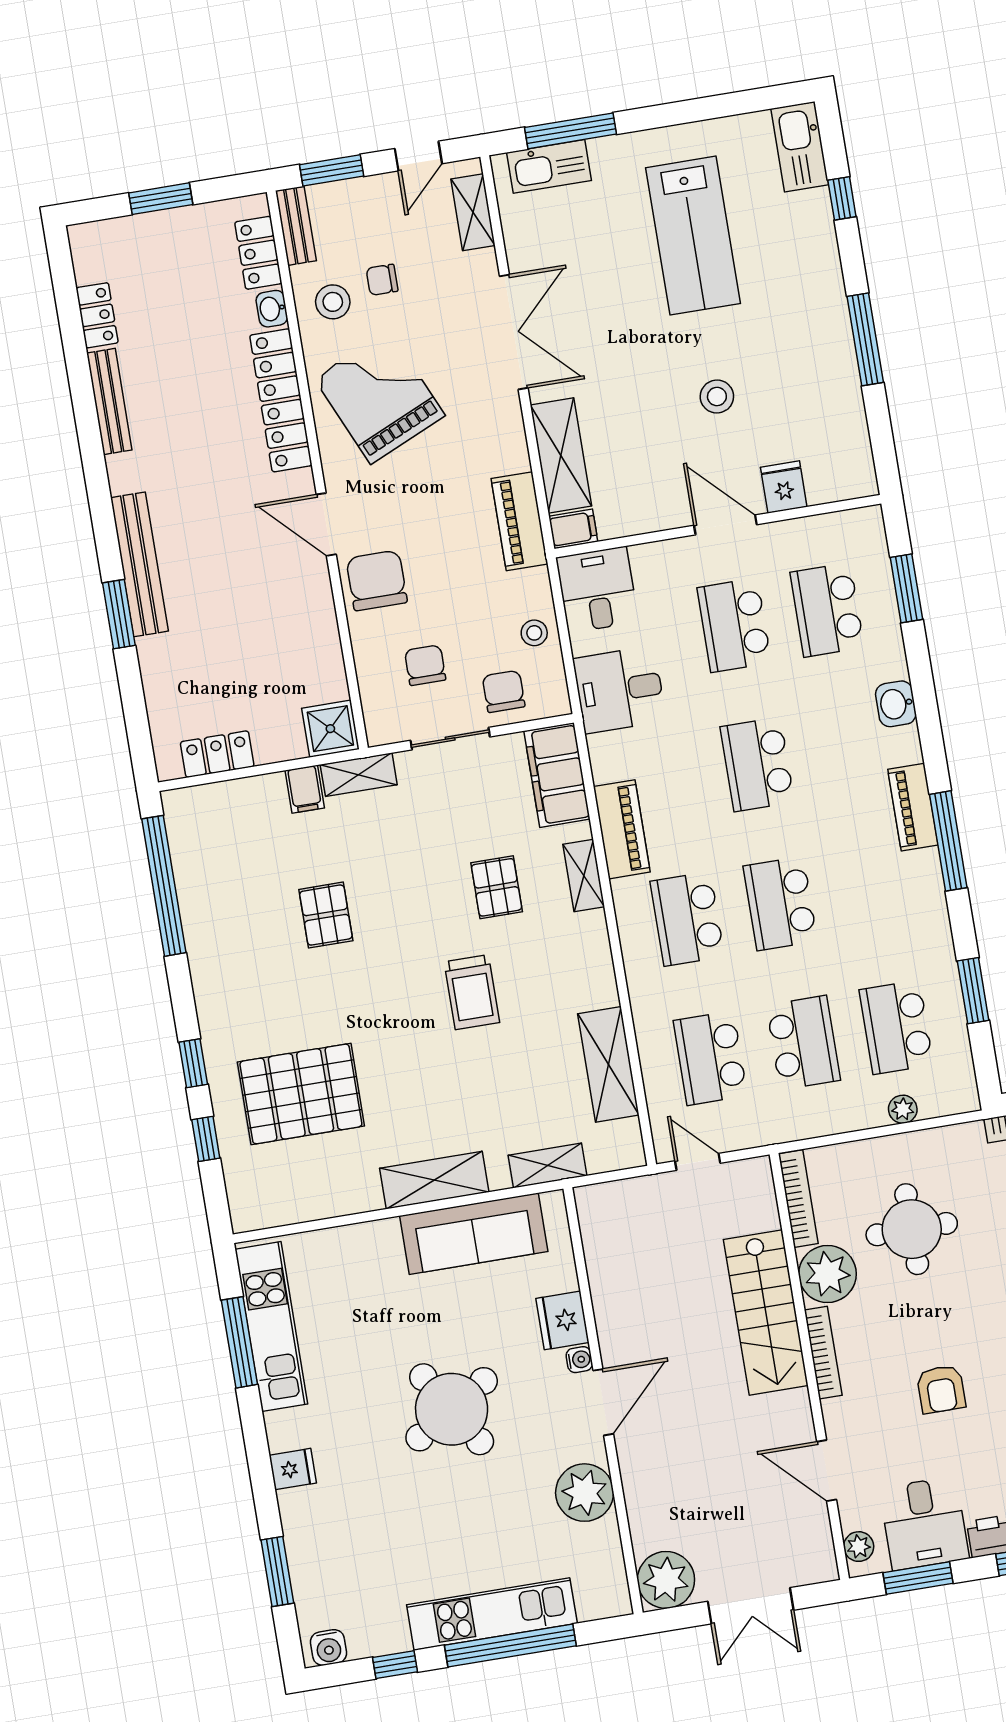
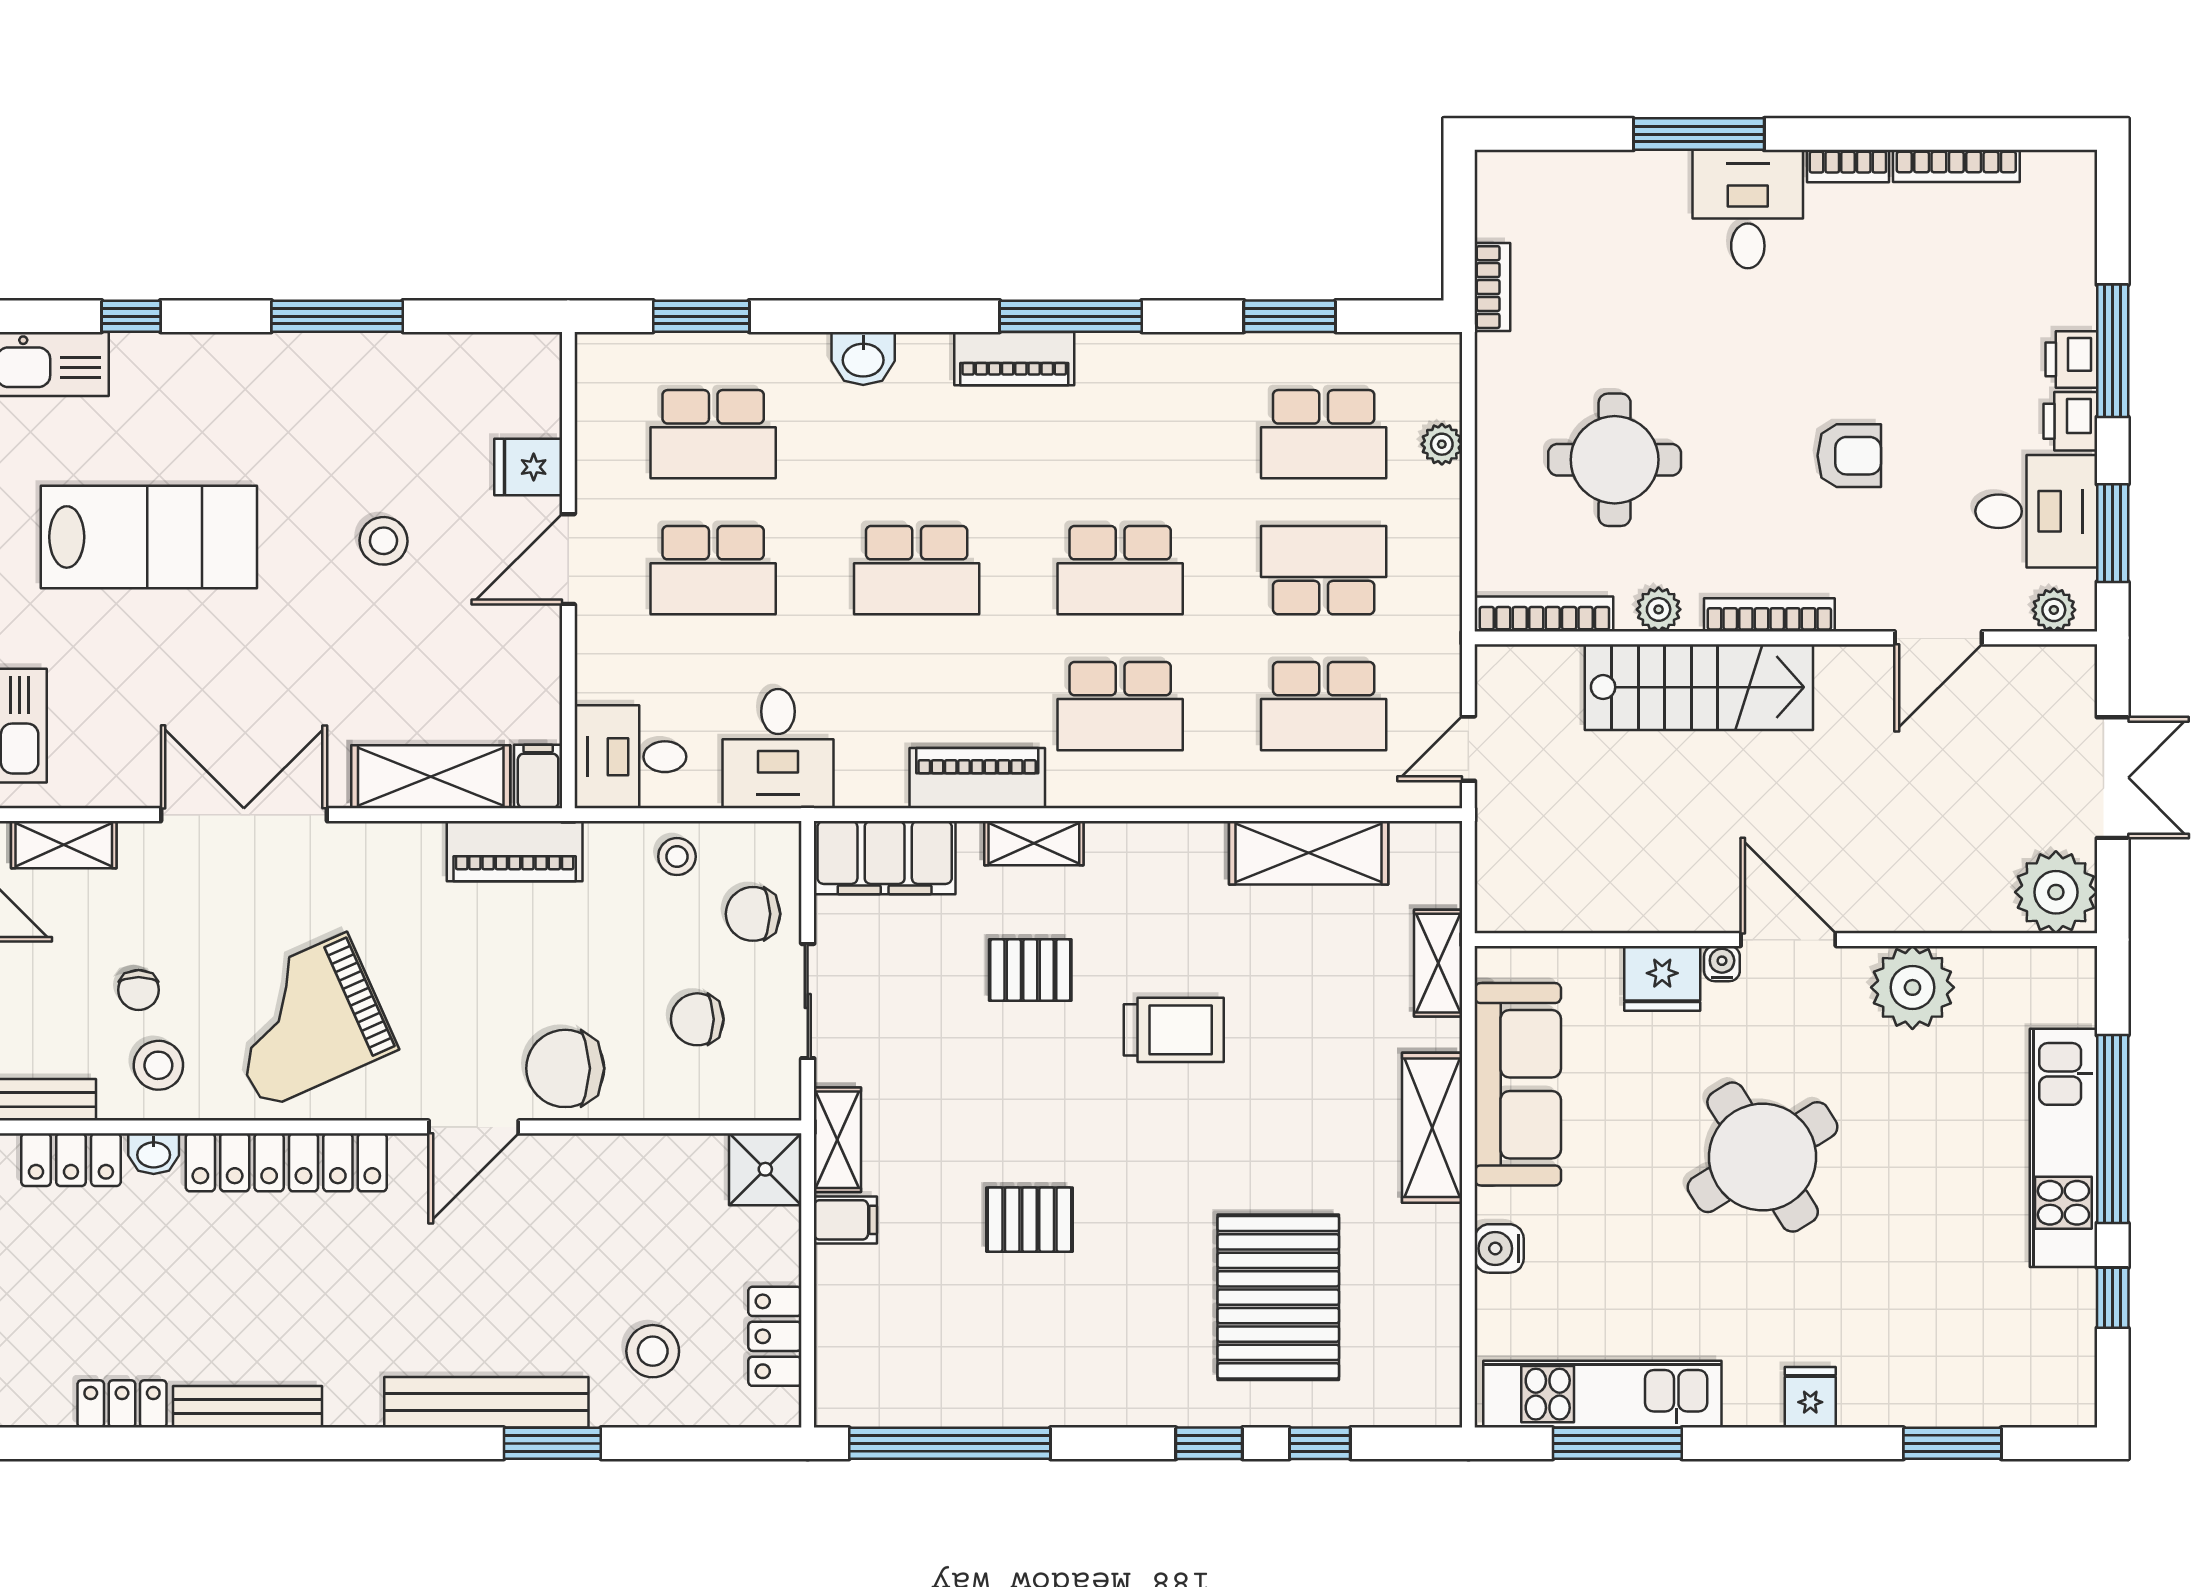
stool: (193, 672) -> (653, 1351), added
plant: (827, 1274) -> (1659, 609), width x0.53, depth x0.53
water cooler: (329, 1647) -> (1499, 1248), moved, turned 180

